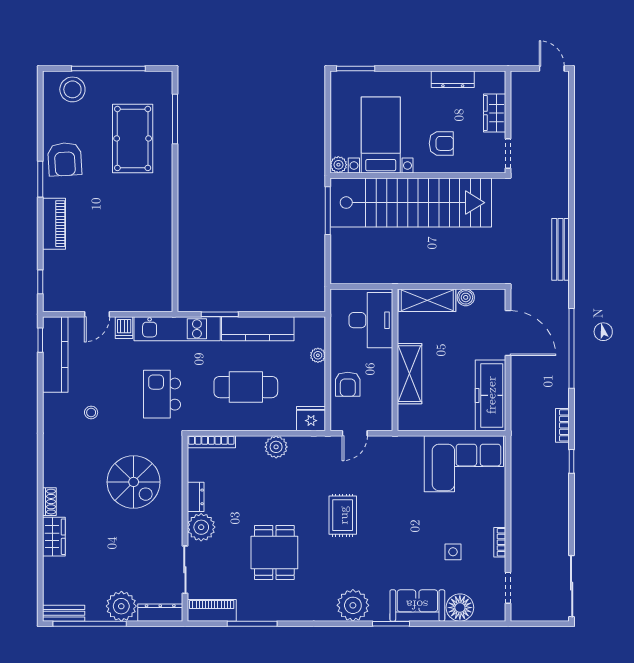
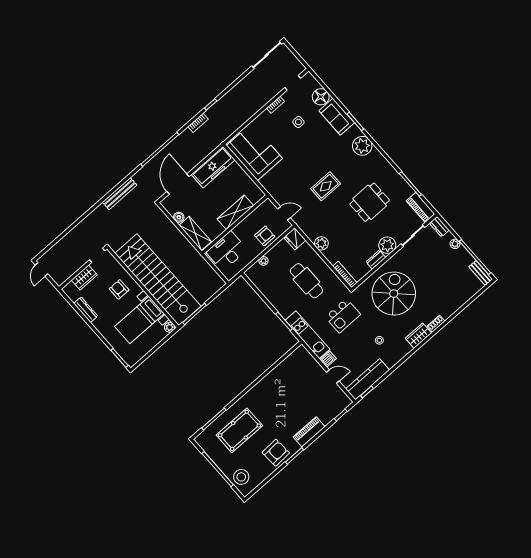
kitchen counter: (258, 329) -> (275, 298), removed
spiral stairs: (134, 482) -> (394, 294), width x1.37, depth x1.37
wardrobe: (54, 537) -> (418, 336), moved
plant: (121, 606) -> (455, 244), width x0.53, depth x0.53
dresser: (160, 613) -> (439, 227), width x0.70

